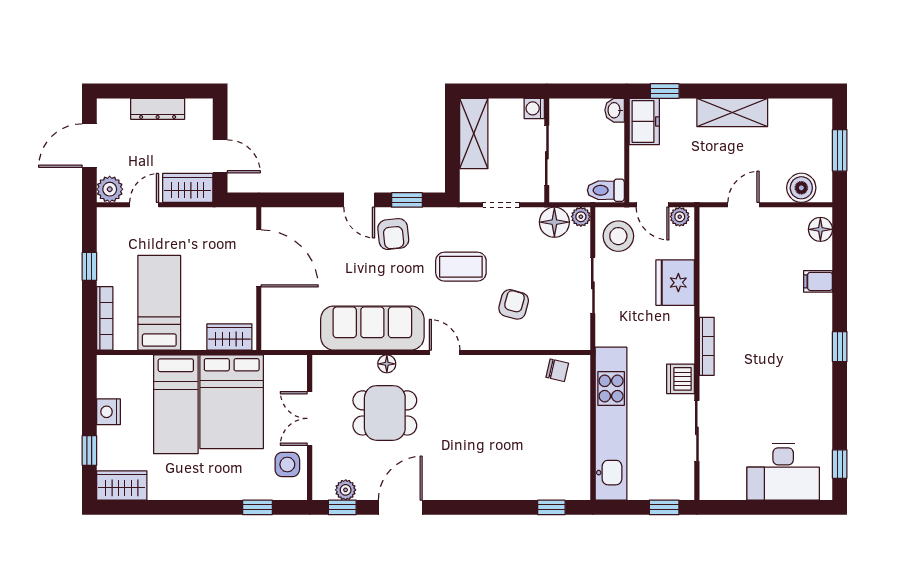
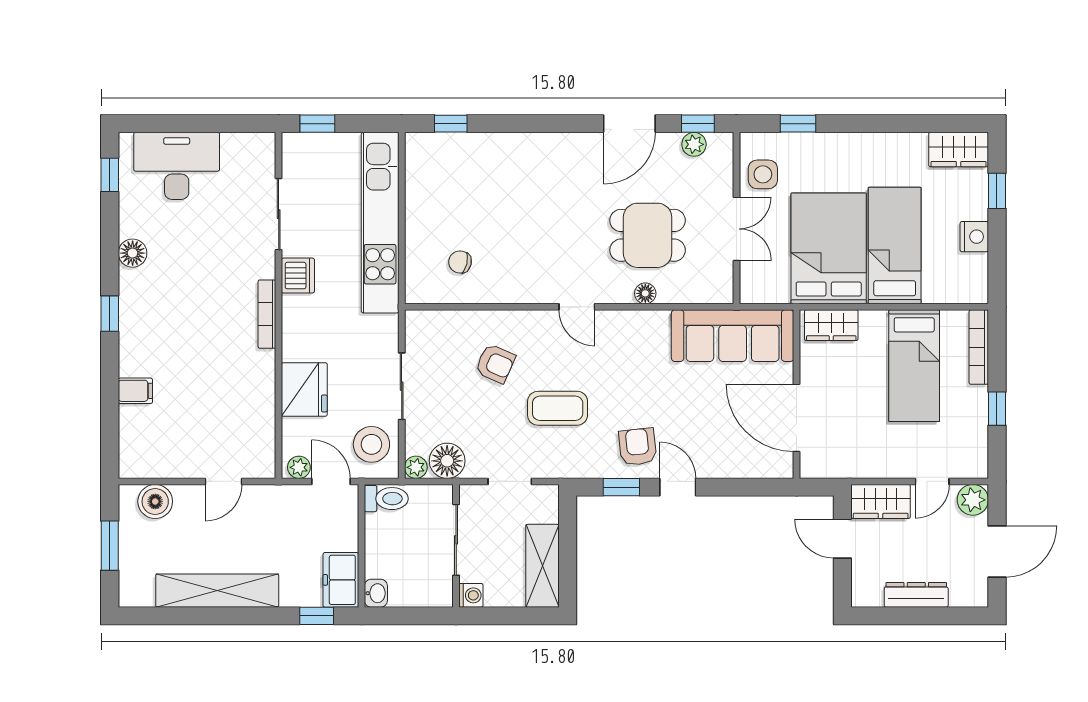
shelving: (732, 112) -> (217, 591), width x1.47
floor lamp: (820, 229) -> (133, 253), moved
armchair: (514, 304) -> (495, 364), turned -81
sofa: (372, 328) -> (733, 336), moved
chair: (557, 370) -> (460, 262), moved

